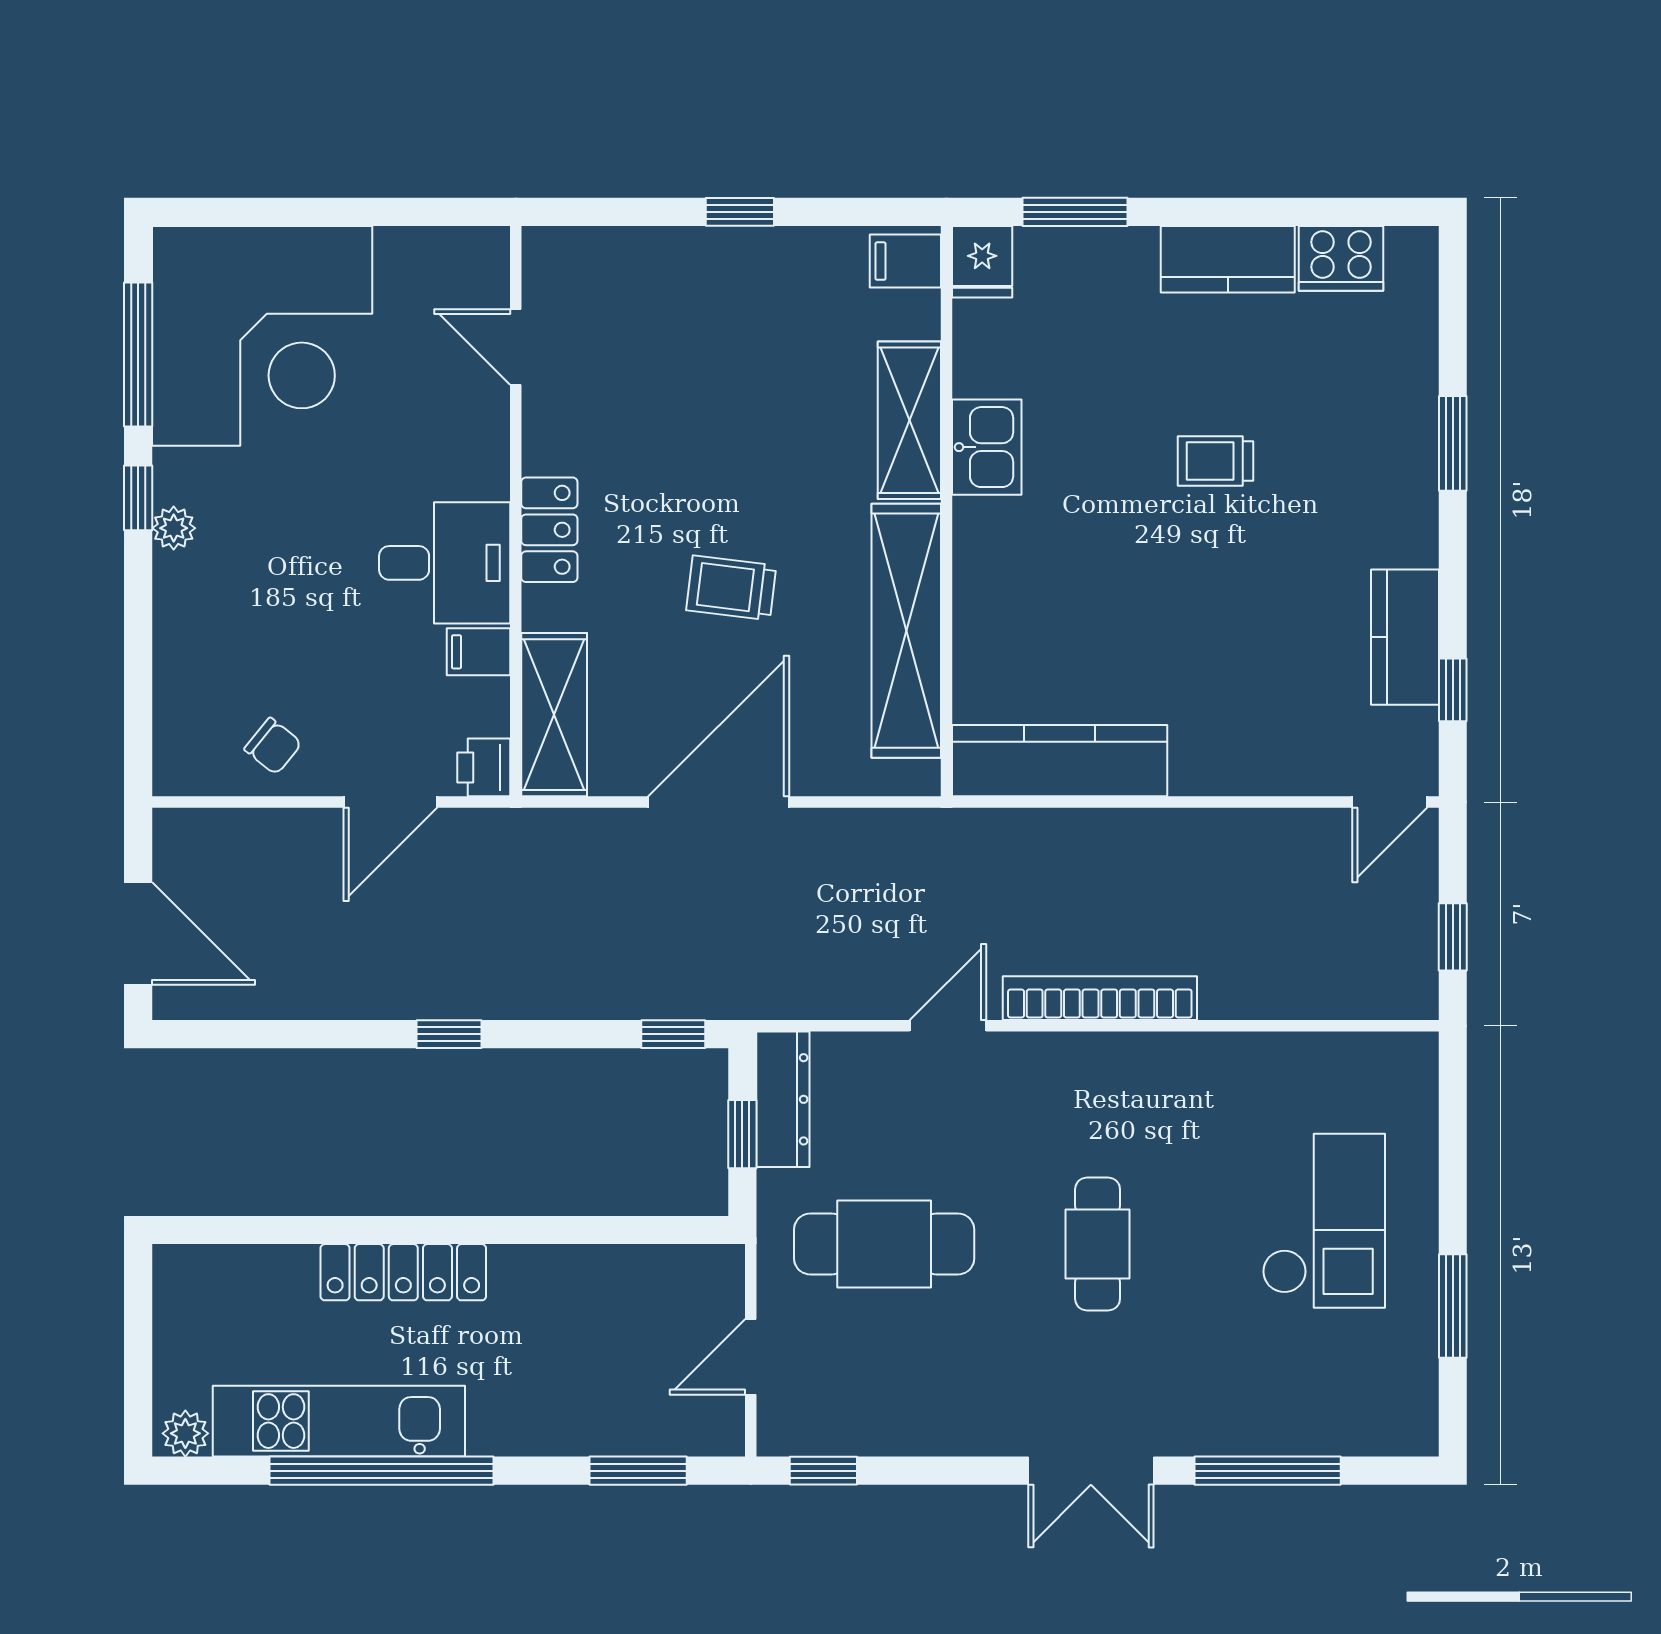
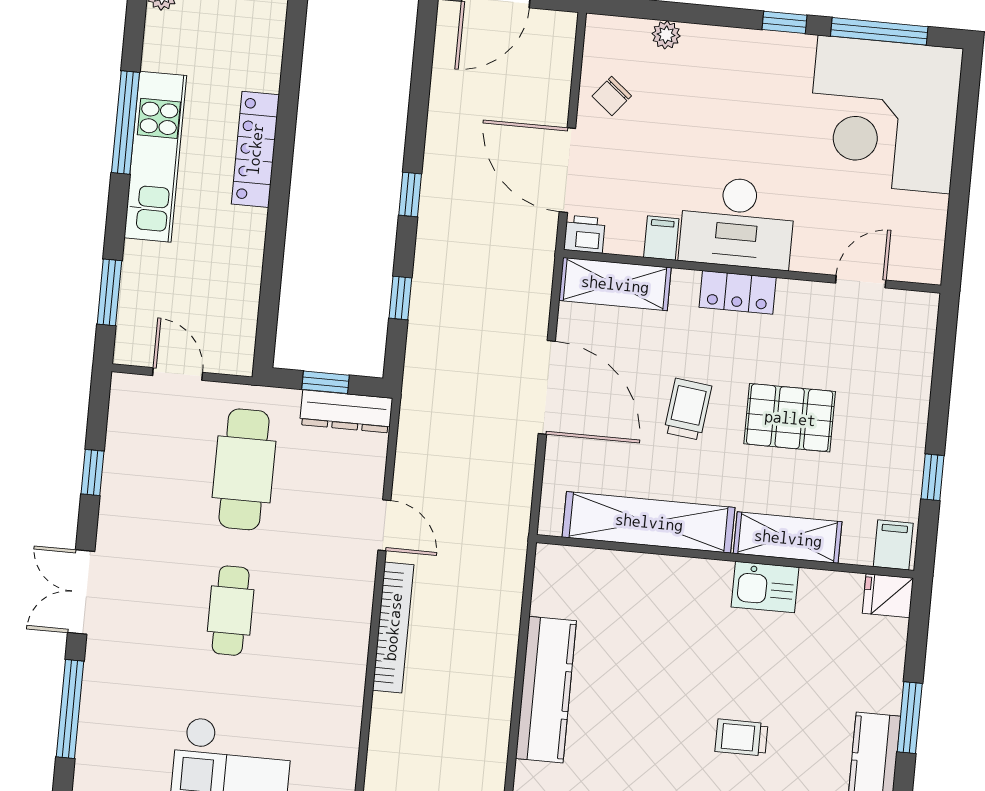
window: (740, 212) -> (932, 477), moved
window: (1075, 212) -> (910, 718), moved
pallet: (729, 434) -> (790, 418), added
trolley: (1215, 461) -> (741, 738), turned -90
plant: (174, 528) -> (666, 35), moved
desk: (445, 563) -> (737, 222), width x1.37
kitchen counter: (1060, 761) -> (546, 690), moved
door: (390, 802) -> (567, 170), width x1.36
window: (673, 1034) -> (400, 298), moved
cafe table: (1098, 1244) -> (231, 611), turned 90
kitchen unit: (339, 1421) -> (155, 157), moved
window: (382, 1471) -> (125, 123), width x0.68
window: (823, 1471) -> (92, 472), moved

